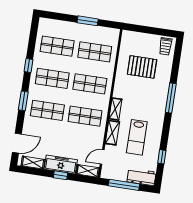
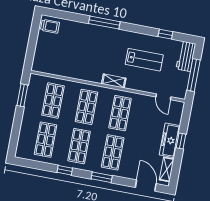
window: (88, 21) -> (22, 95), moved
pallet: (142, 67) -> (71, 51), removed
shelving: (112, 133) -> (138, 85), removed
shelving: (88, 171) -> (178, 112), removed

